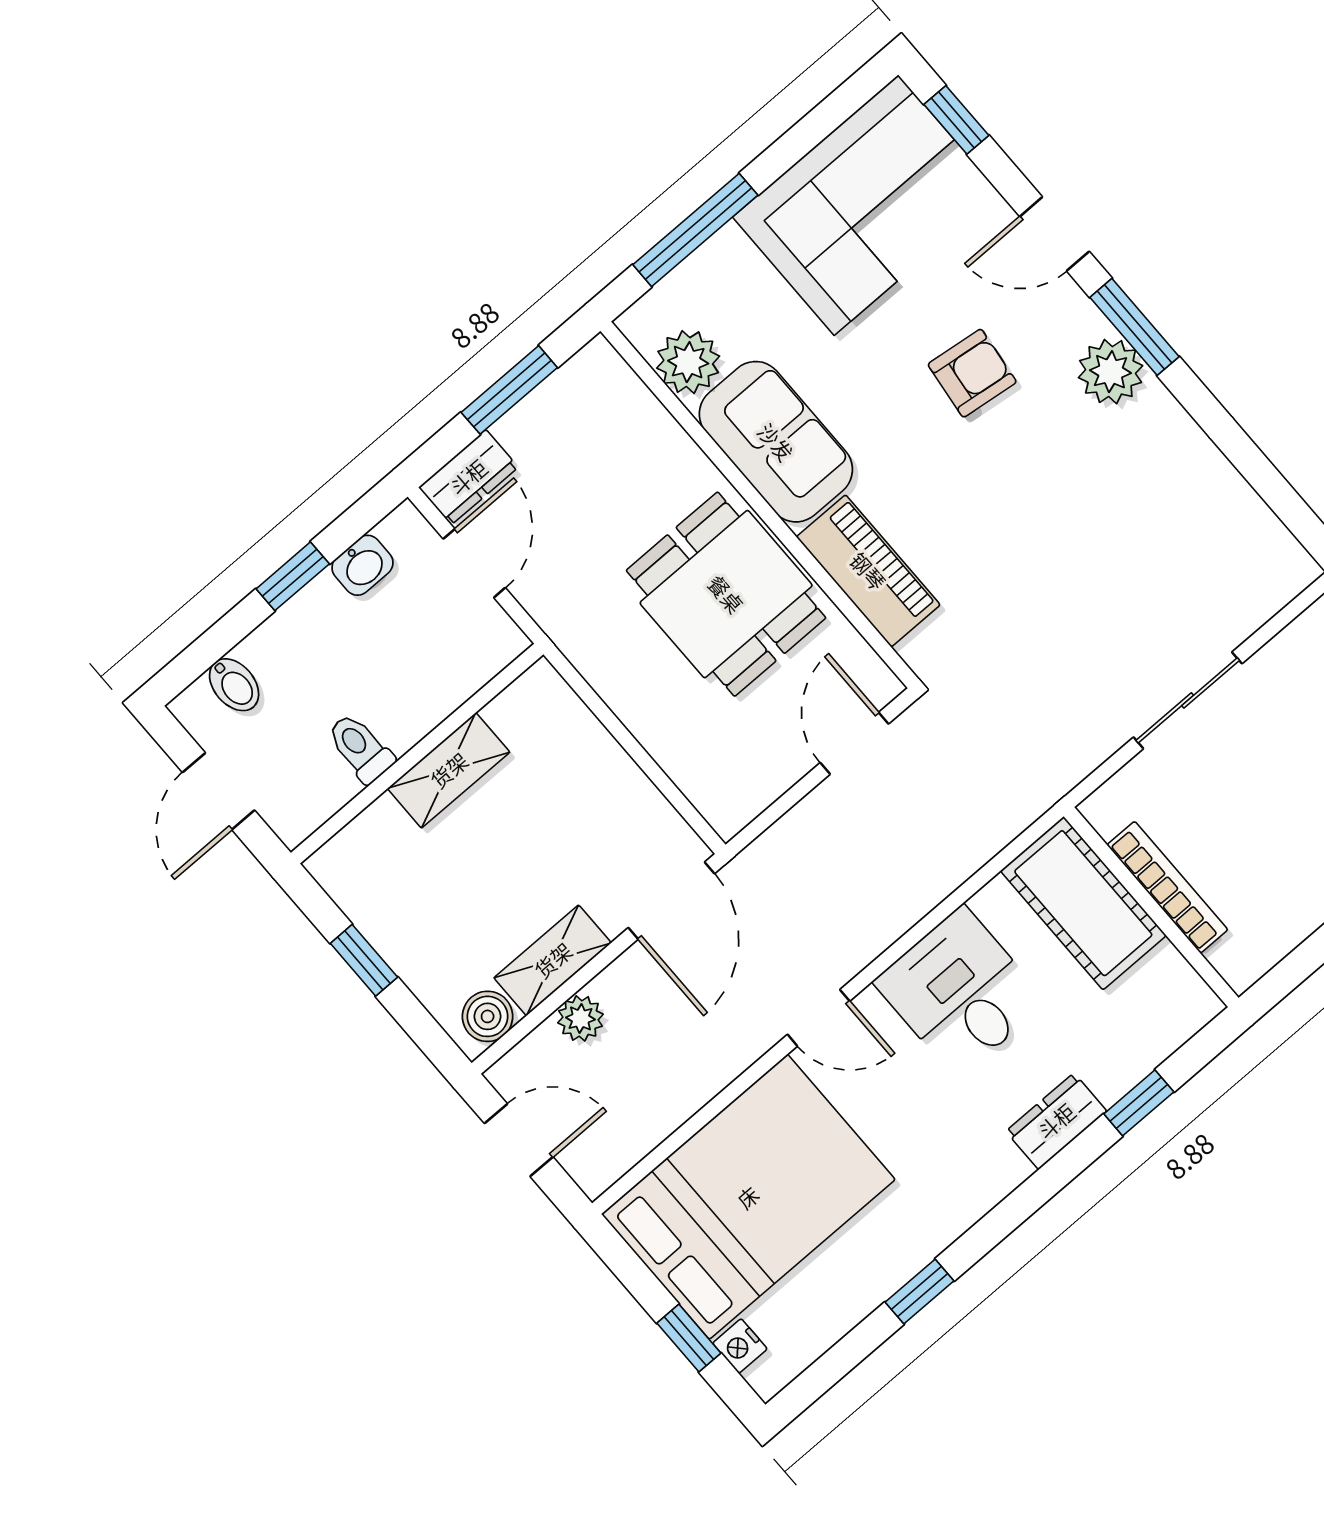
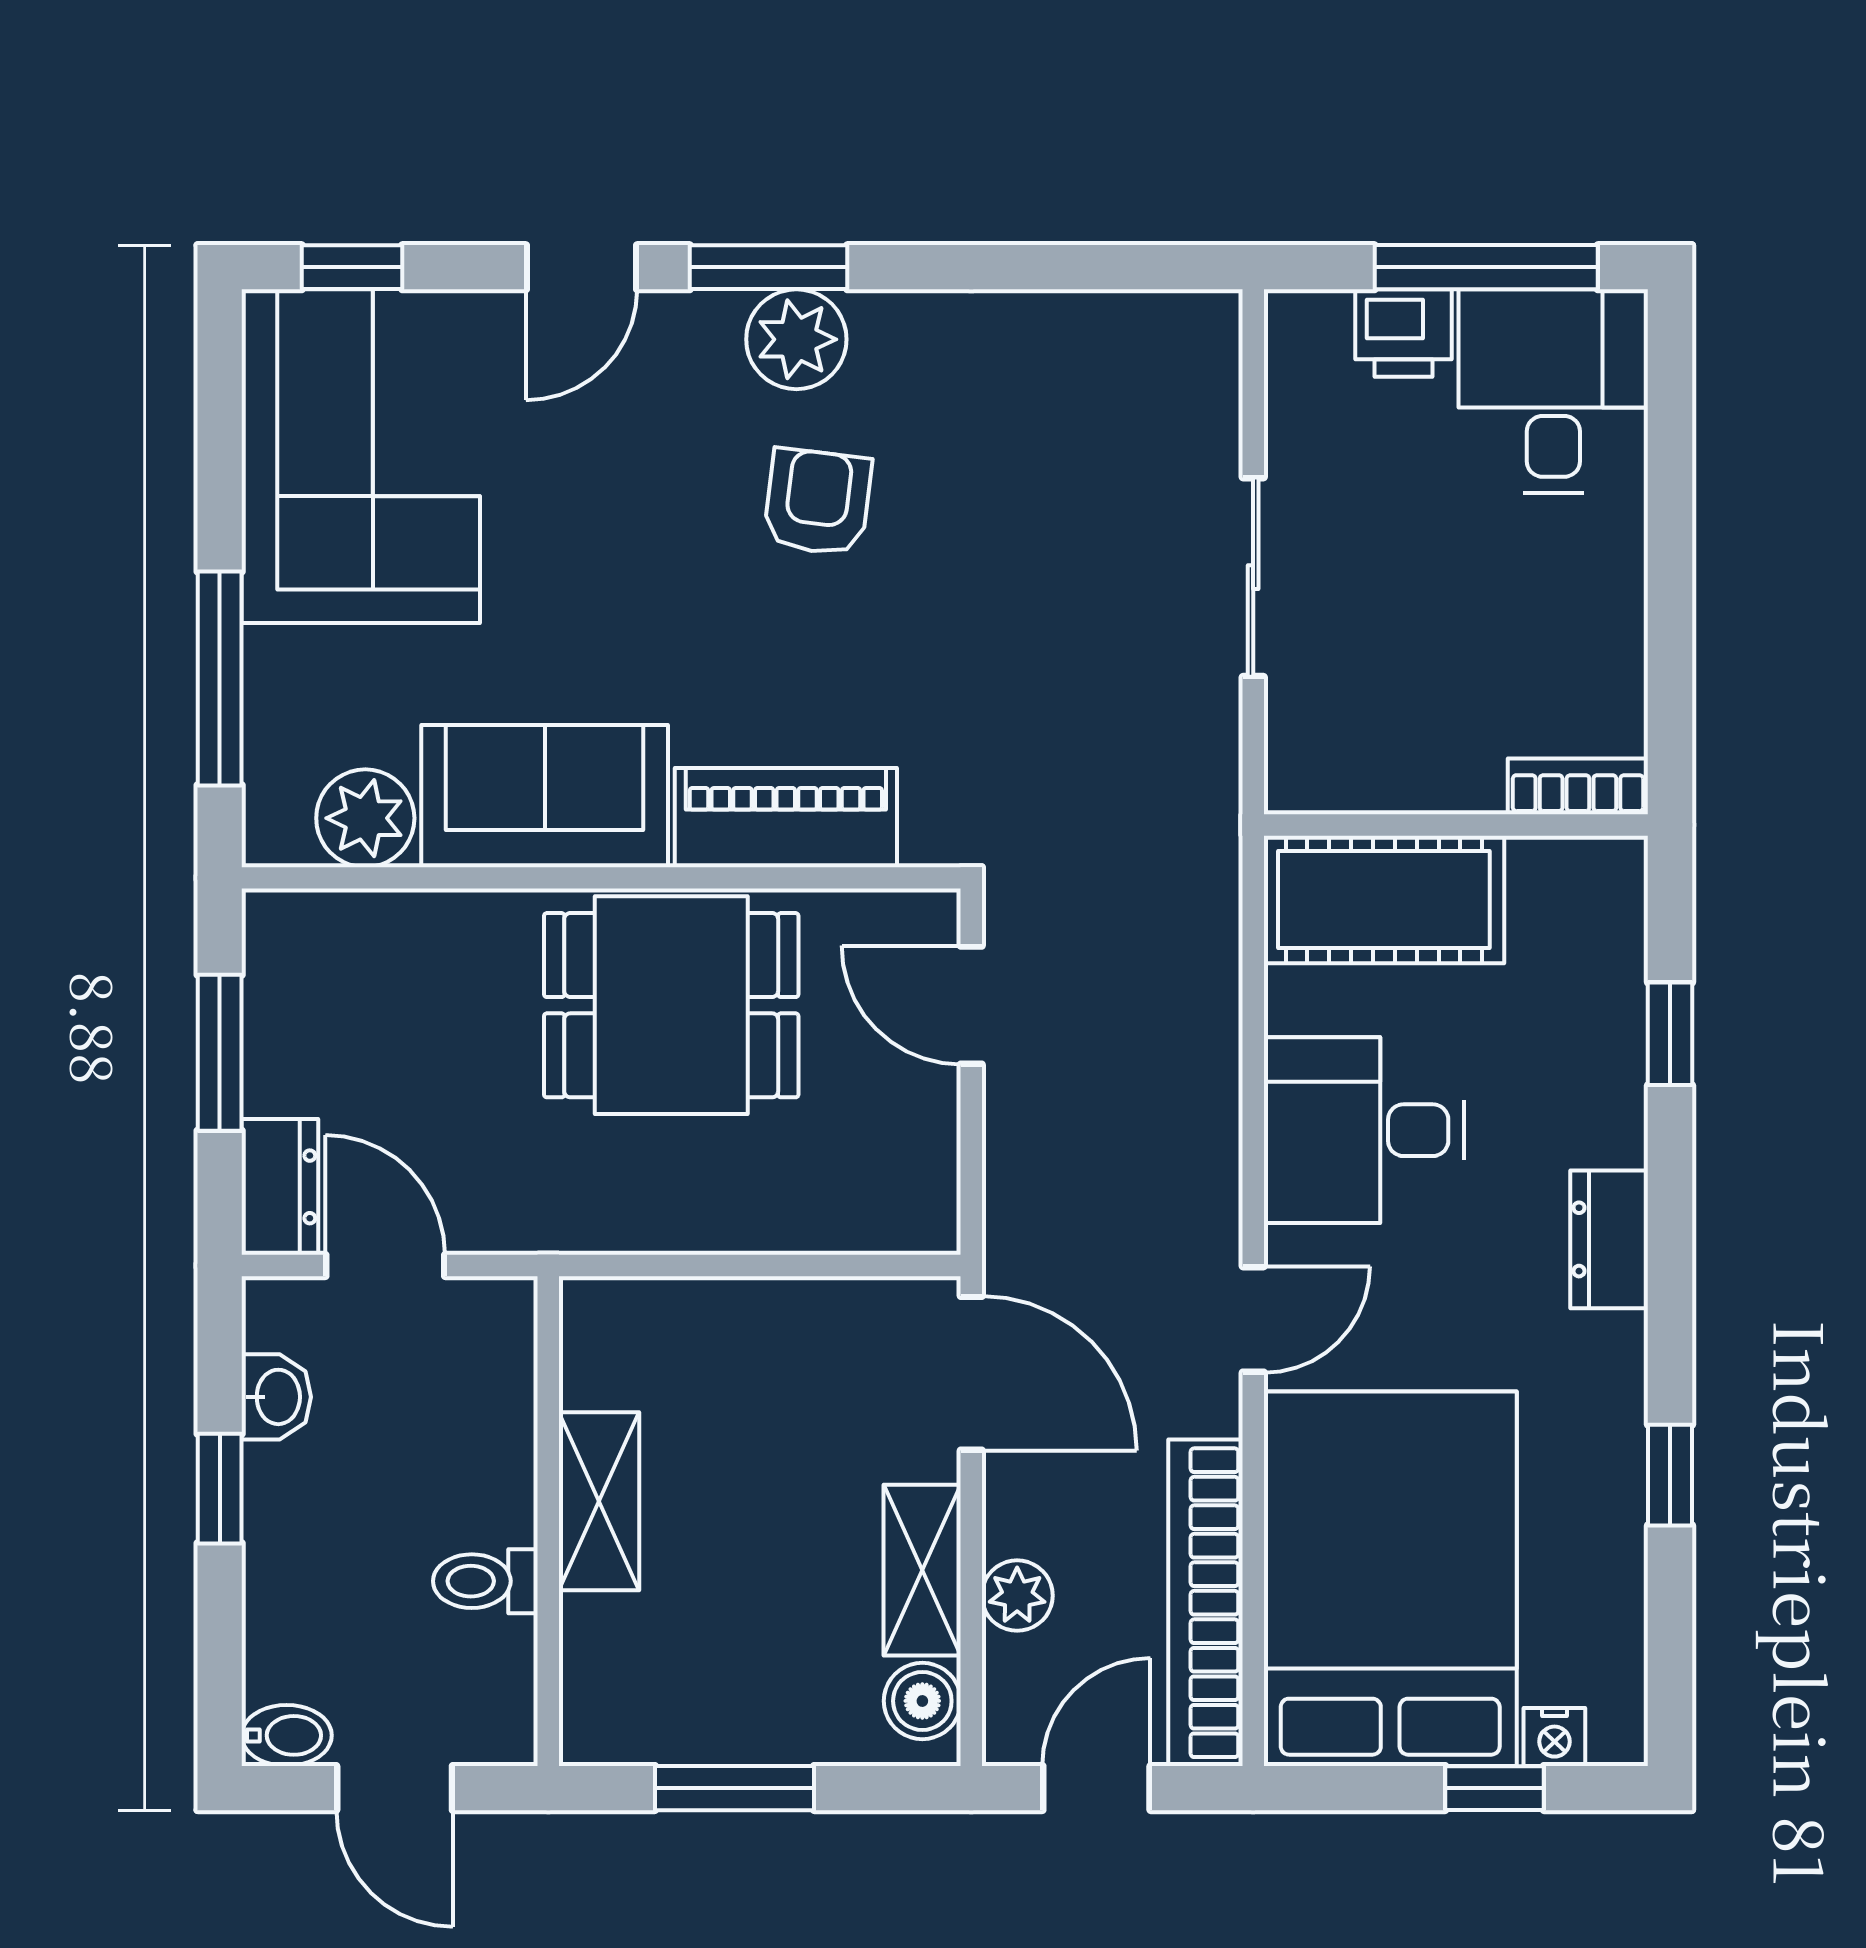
armchair: (972, 373) -> (818, 502), moved
bidet: (234, 685) -> (287, 1735), moved
bookcase: (1167, 887) -> (1578, 786), moved, width x0.64
window: (364, 960) -> (735, 1788), width x1.50
bookcase: (657, 1115) -> (1206, 1603), added
dresser: (1056, 1121) -> (1609, 1239), moved

